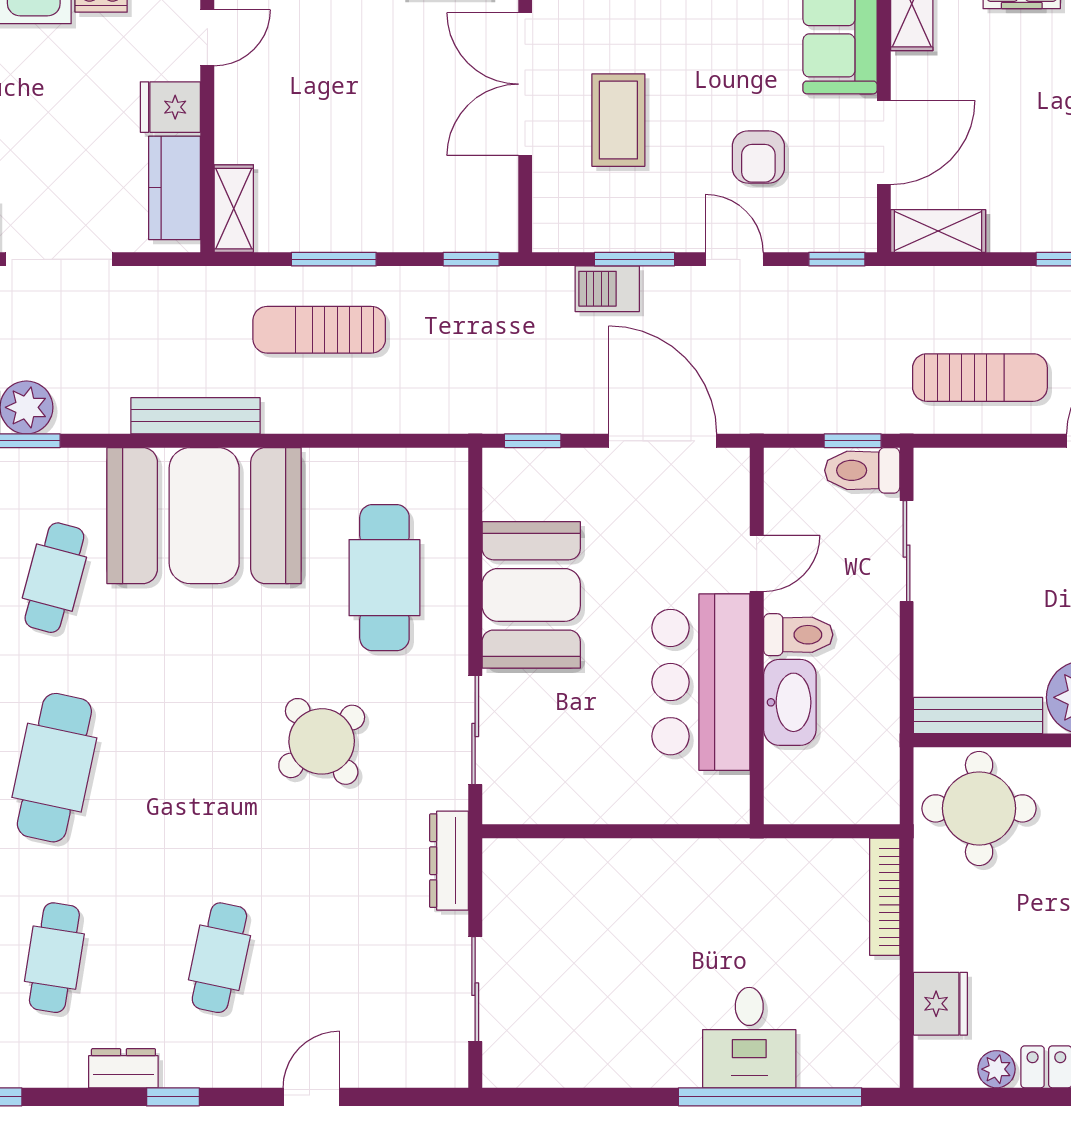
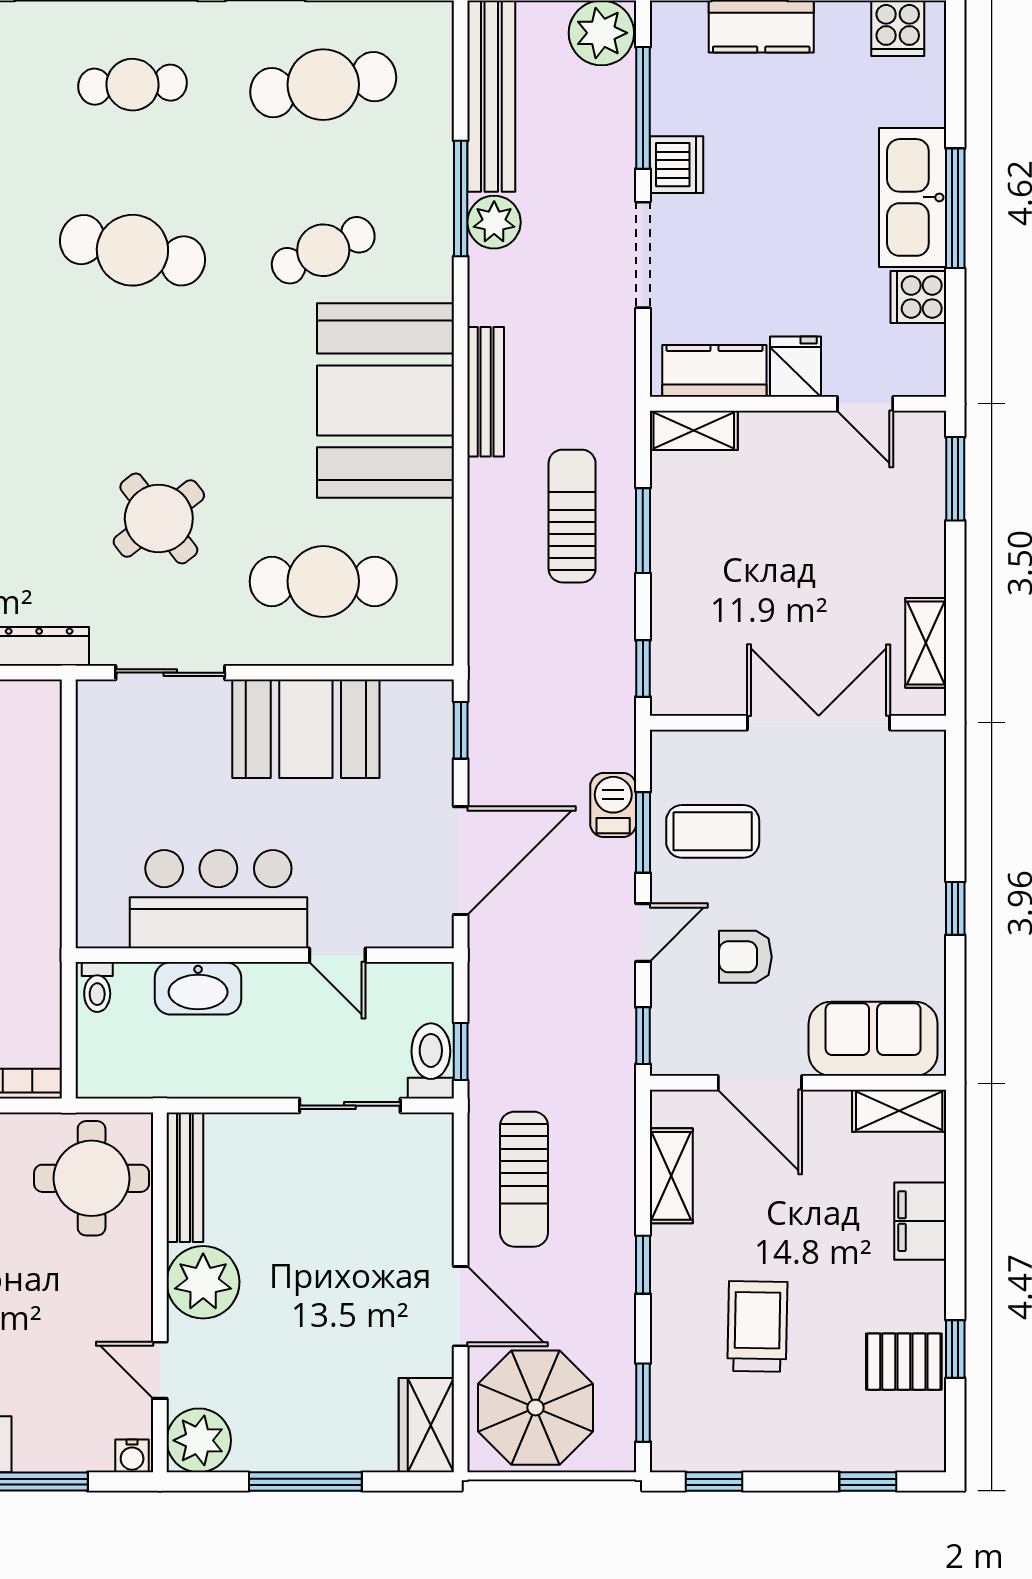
coffee table: (618, 120) -> (713, 831), moved
shelving: (938, 231) -> (671, 1176), moved
cafe table: (54, 578) -> (323, 250), turned -39
toilet: (798, 635) -> (97, 987), moved, width x0.73, depth x0.72

